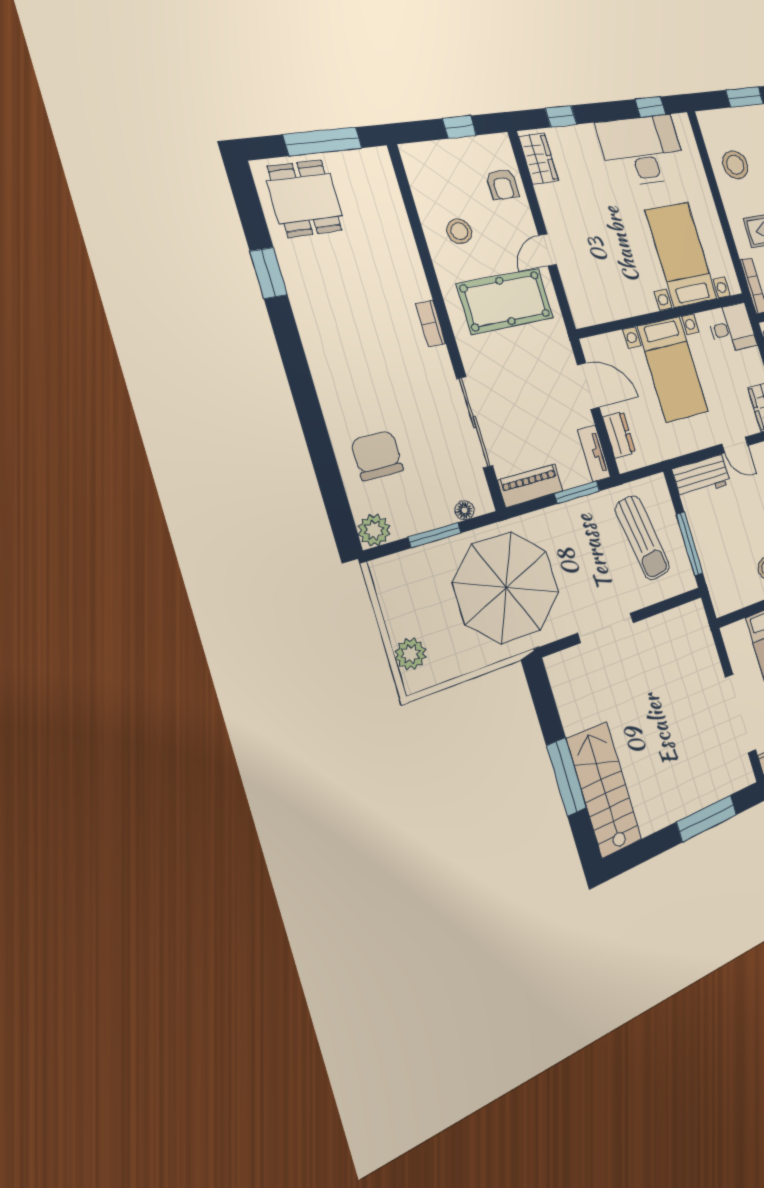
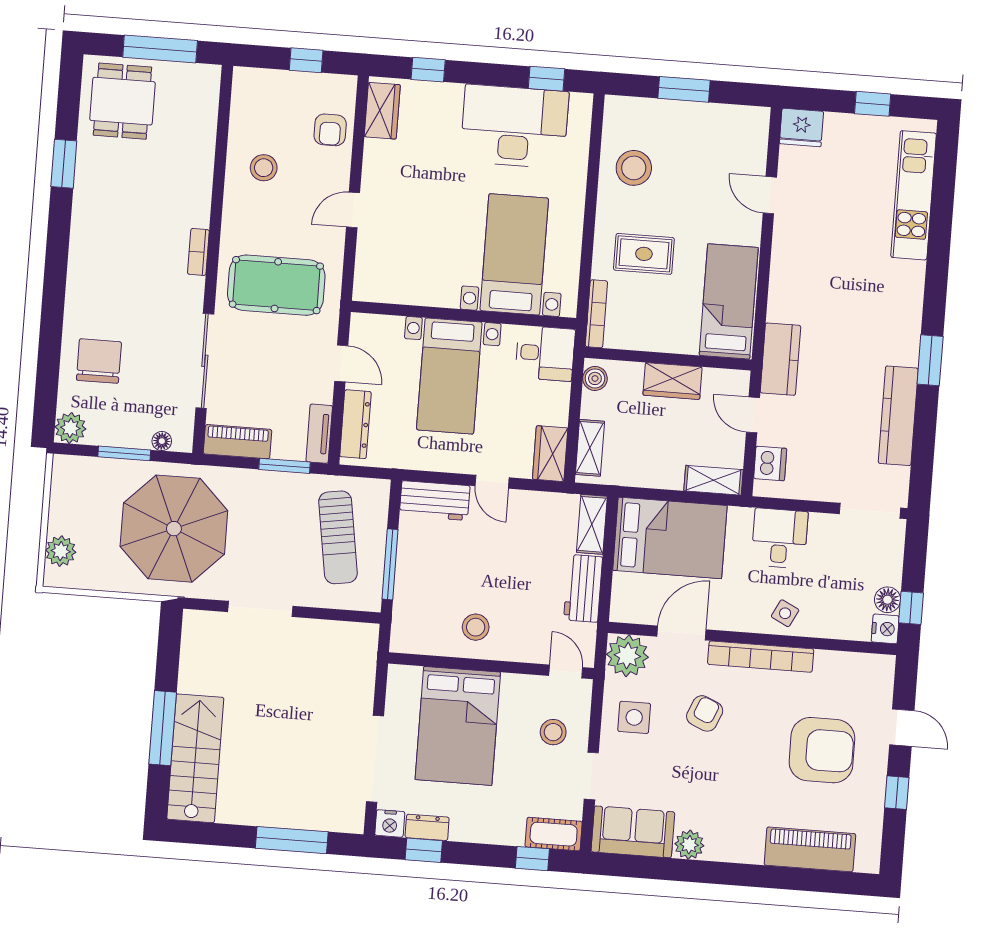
pool table: (505, 301) -> (276, 285), moved
door: (588, 386) -> (341, 363), width x0.73
dresser: (619, 435) -> (355, 424), width x1.44

